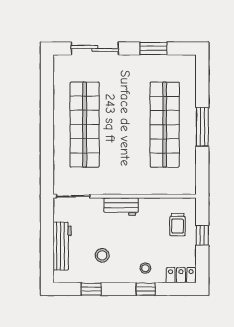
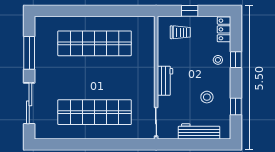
window: (153, 48) -> (29, 53), width x1.44
window: (202, 127) -> (96, 11), removed

